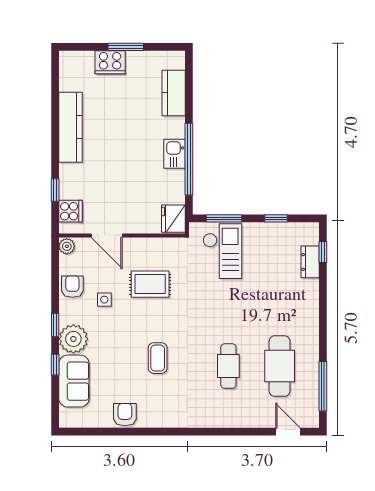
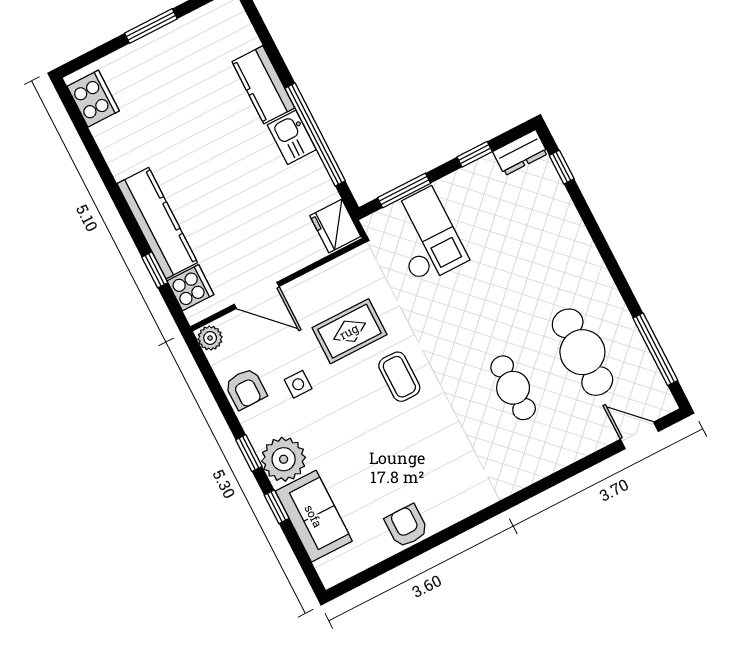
cooker: (110, 62) -> (93, 99), moved, turned -90
kitchen counter: (174, 93) -> (263, 85), moved
kitchen counter: (71, 127) -> (157, 223), moved
dresser: (310, 262) -> (520, 153), moved, turned -90
armchair: (72, 287) -> (246, 389), turned 180
coffee table: (158, 358) -> (399, 377), moved

